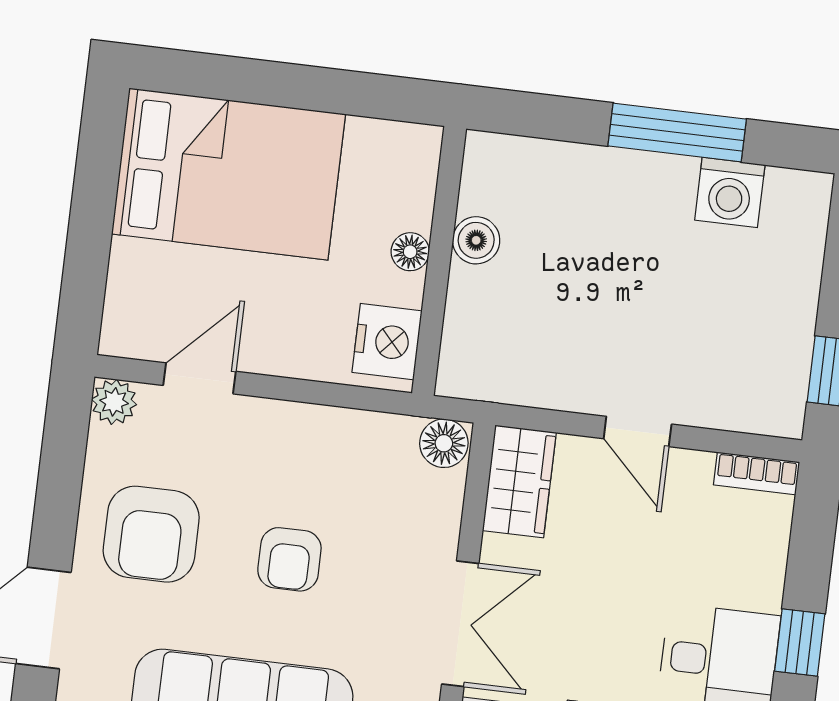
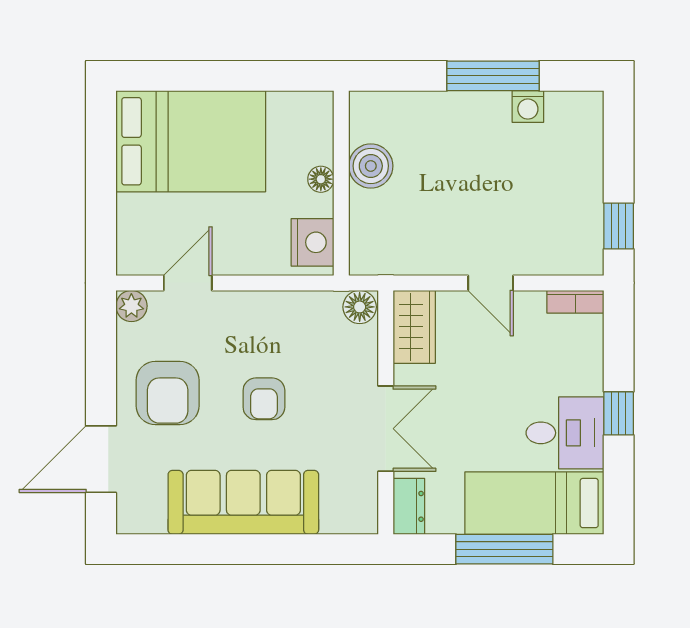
washing machine: (730, 192) -> (528, 106), width x0.73, depth x0.73
boiler: (476, 240) -> (371, 166), width x1.36, depth x1.36

